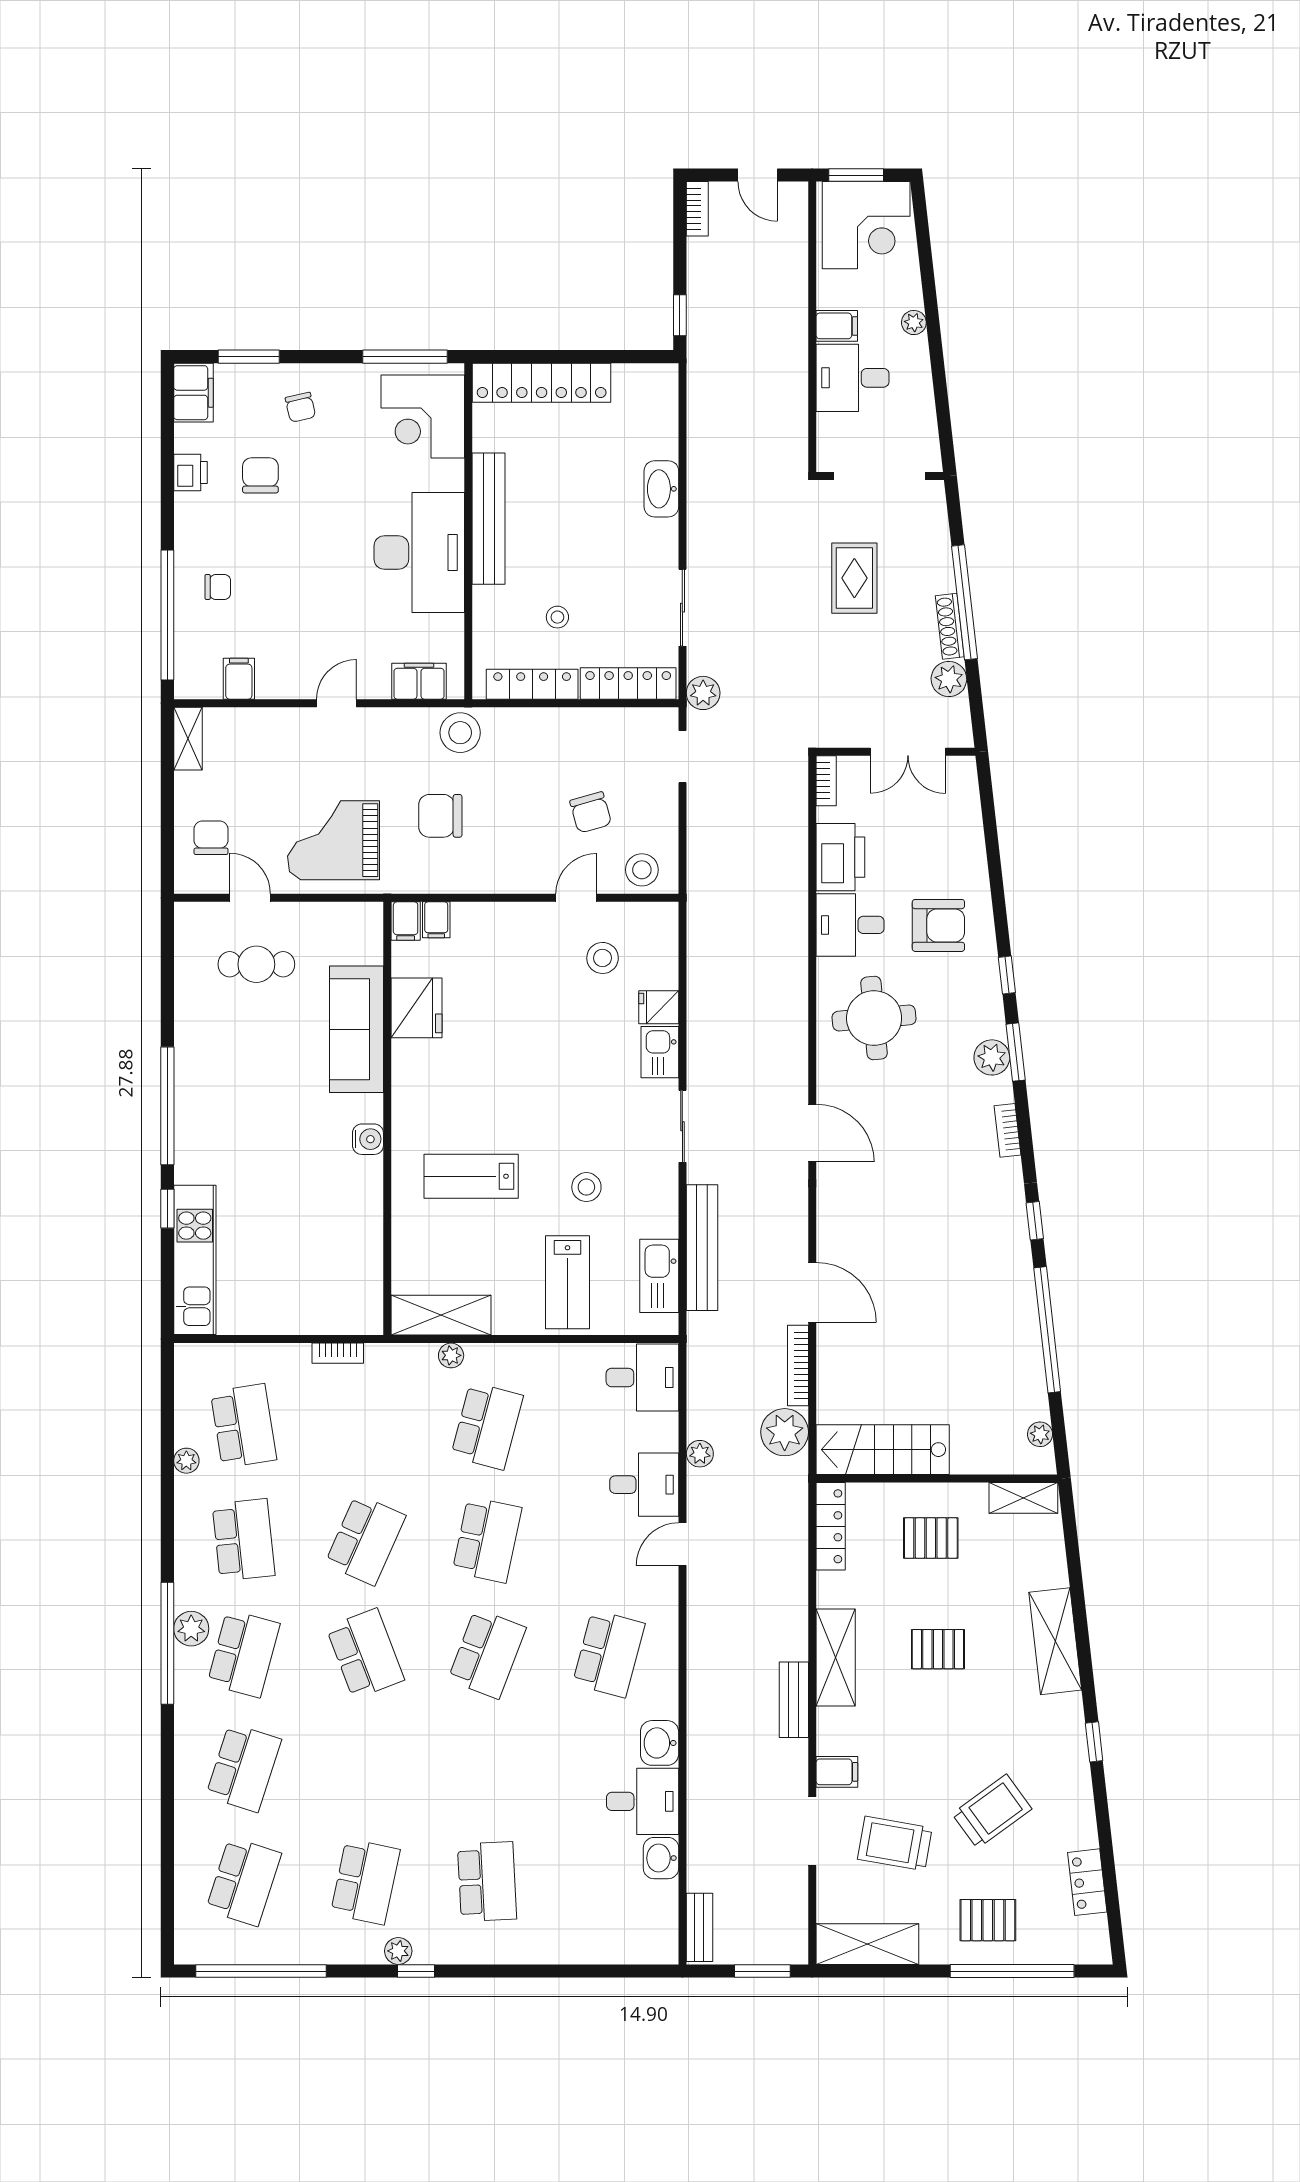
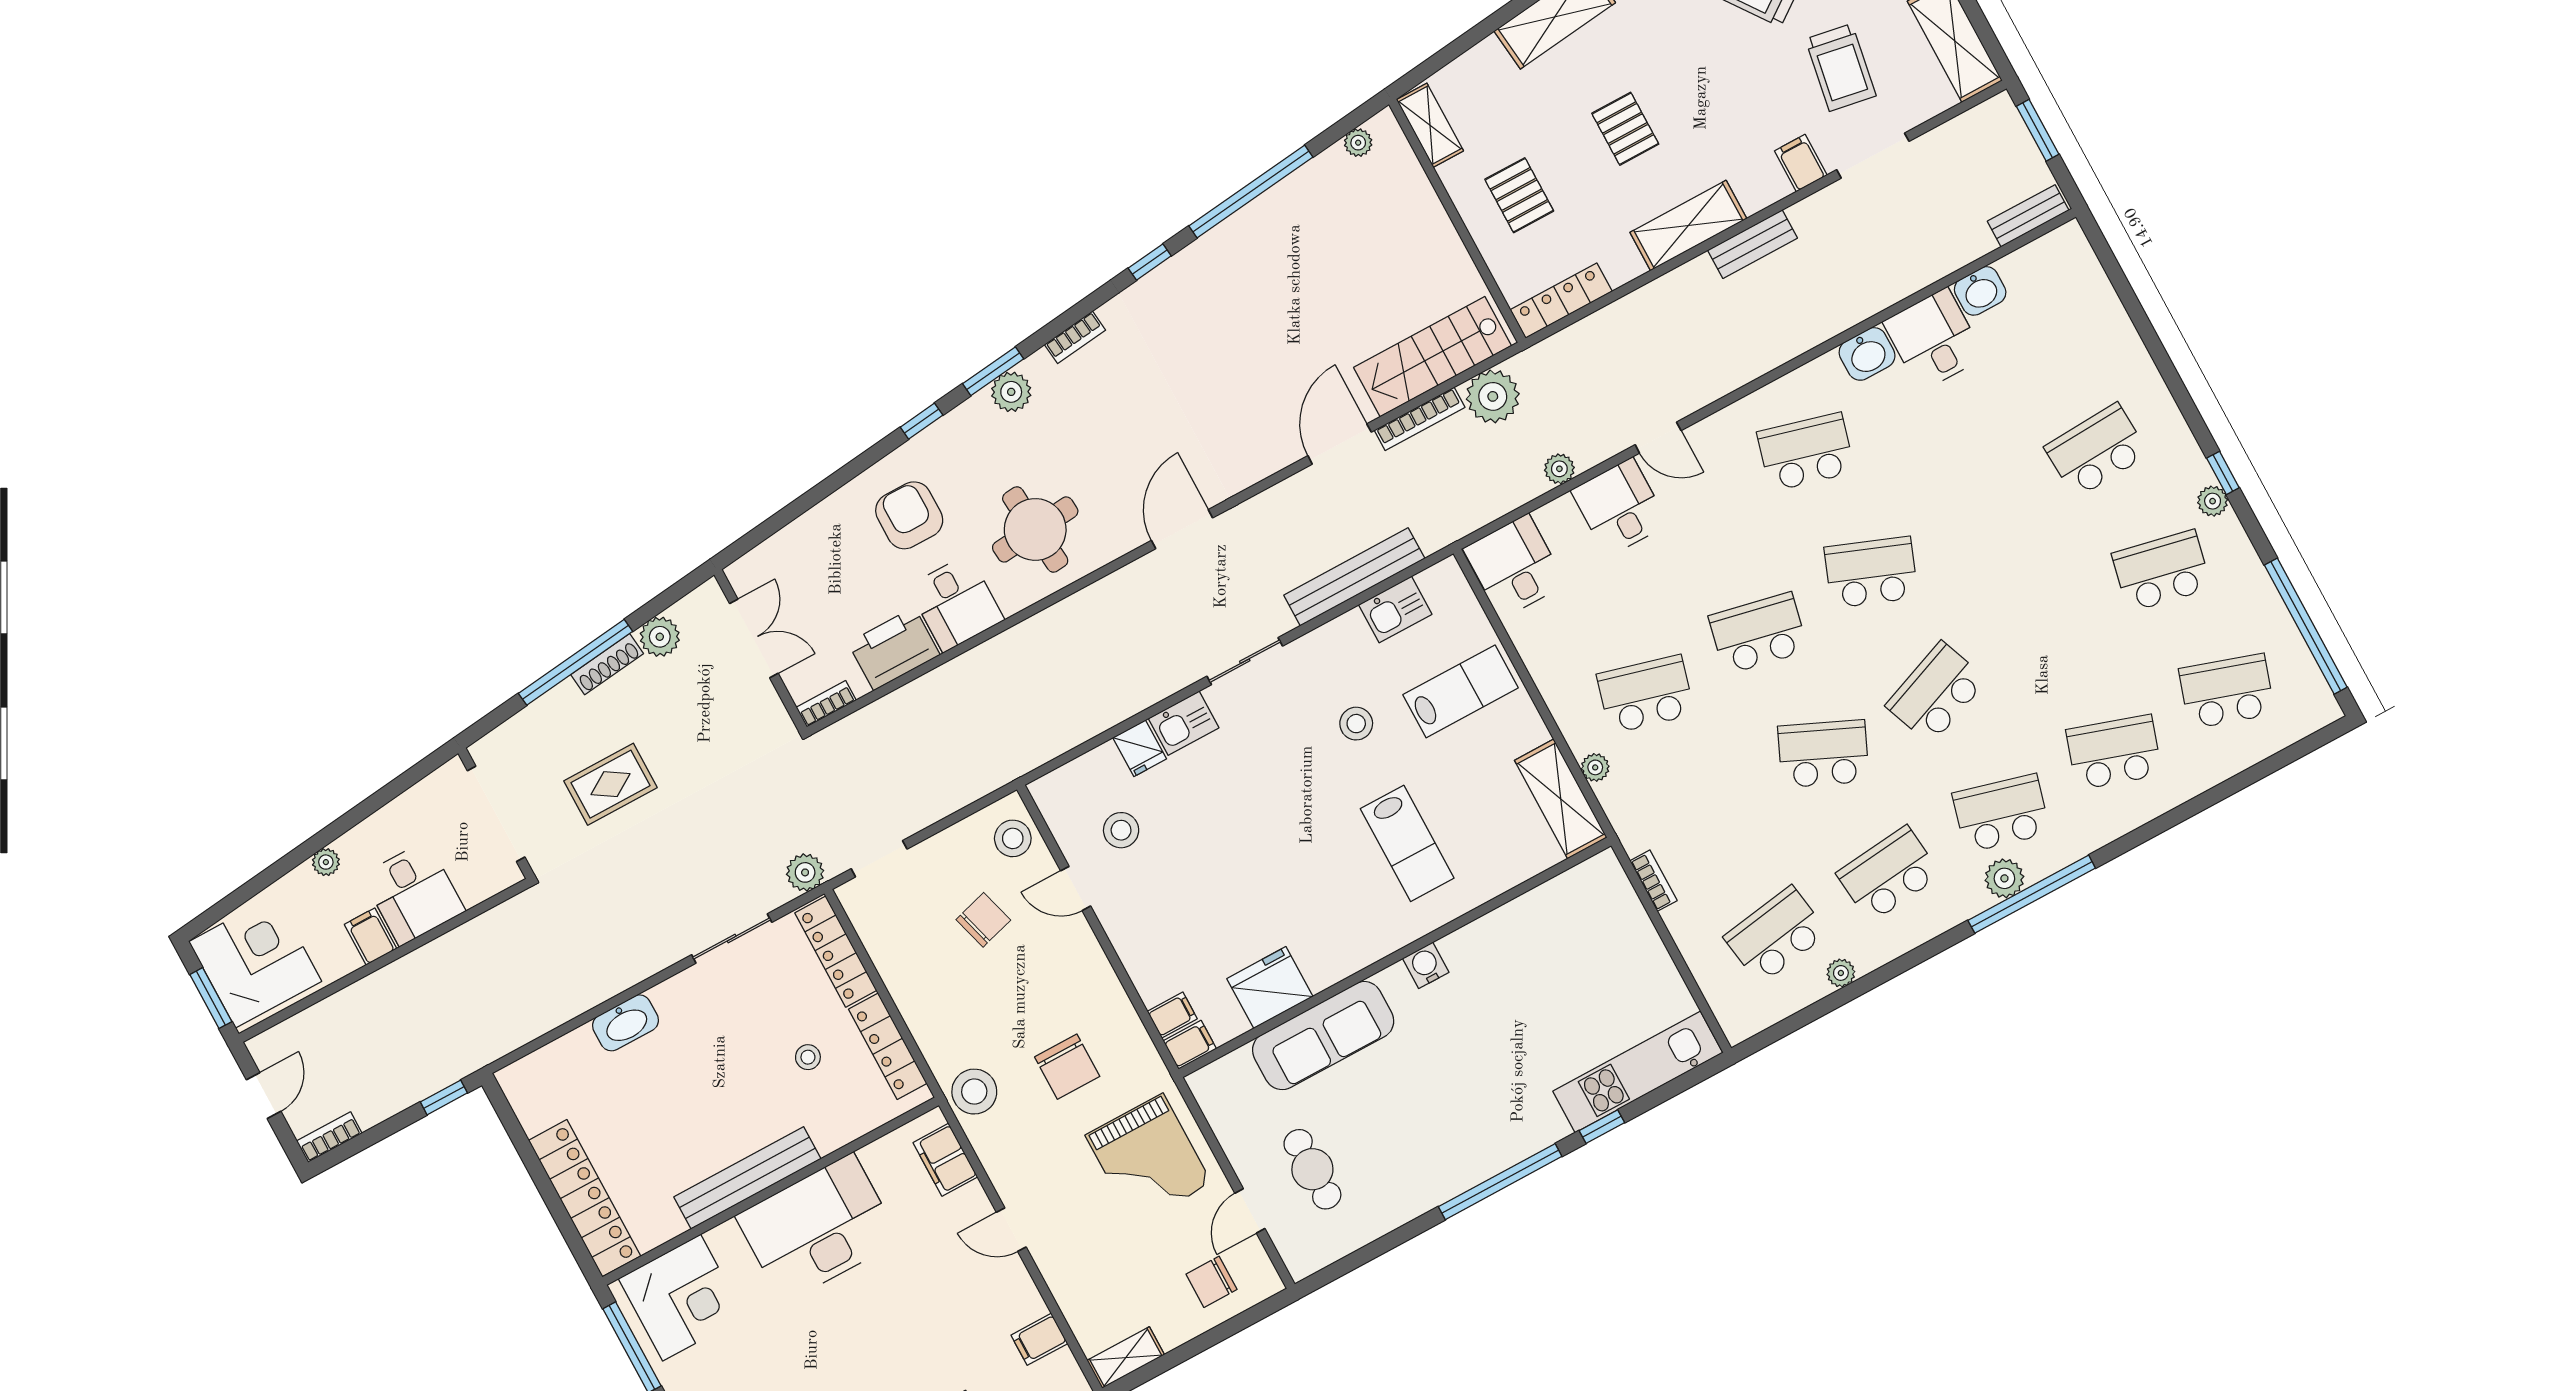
kitchen sink: (659, 1276) -> (1395, 609), width x0.73
stairs: (883, 1450) -> (1433, 357), moved, turned 90

